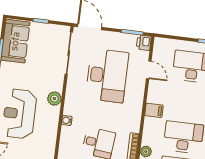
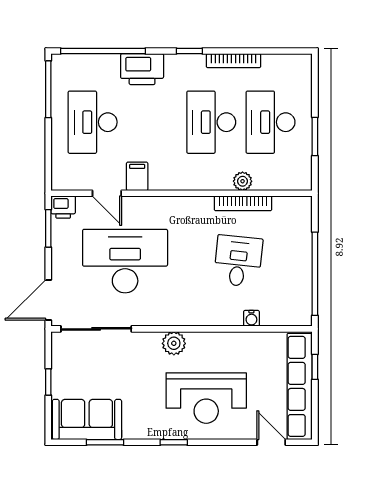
door: (149, 70) -> (107, 193), swing flipped
filing cabinet: (154, 110) -> (137, 176), moved
water cooler: (67, 120) -> (251, 318), moved

